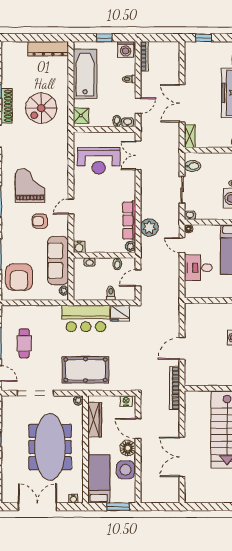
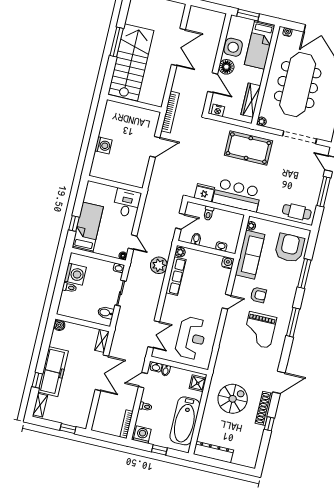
reception desk: (99, 161) -> (191, 338), turned 90
desk: (198, 268) -> (127, 203), moved, turned -90
cafe table: (24, 343) -> (297, 212), moved, turned 90

